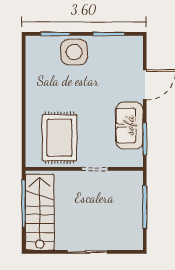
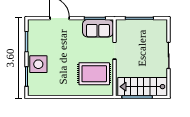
sofa: (129, 125) -> (98, 28), moved

